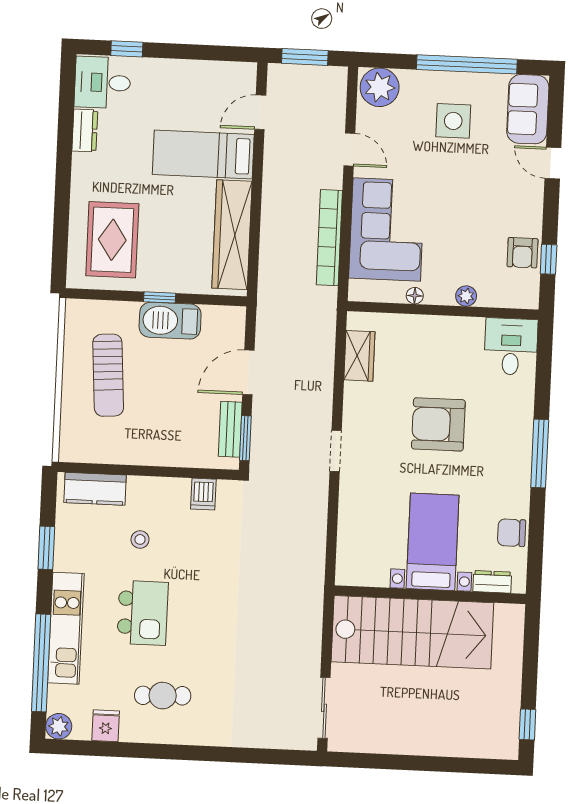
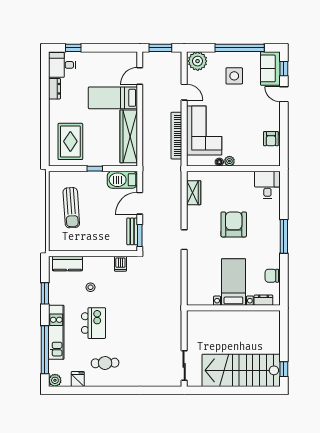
window: (549, 259) -> (284, 69), moved
plant: (466, 296) -> (229, 161), moved
barbecue: (170, 321) -> (122, 180), moved
armchair: (438, 424) -> (234, 224), turned 90
stairs: (412, 632) -> (241, 370), moved, turned 180

